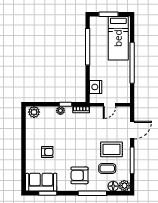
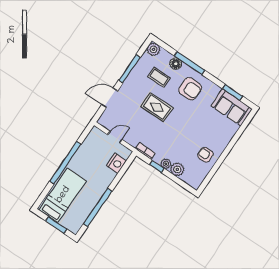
plant: (34, 112) -> (177, 169), moved
rug: (112, 149) -> (157, 107), moved
armchair: (47, 152) -> (205, 155), moved
floor lamp: (113, 186) -> (176, 64), moved

